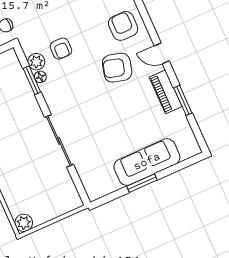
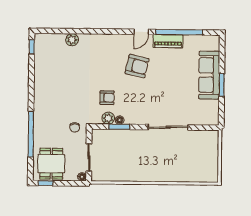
armchair: (123, 26) -> (111, 49), removed
armchair: (117, 68) -> (137, 66), turned -92
window: (183, 100) -> (179, 32), width x2.11
plant: (24, 223) -> (212, 176), removed

